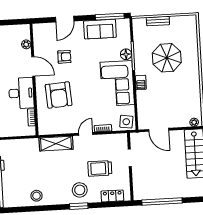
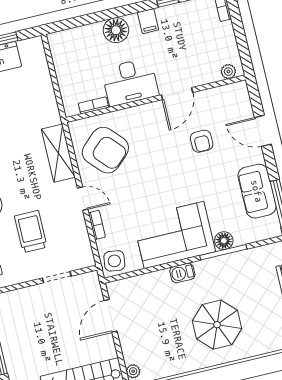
plant: (26, 44) -> (228, 72), moved
parasol: (167, 58) -> (217, 325), moved
armchair: (59, 95) -> (105, 150), moved, turned -129

